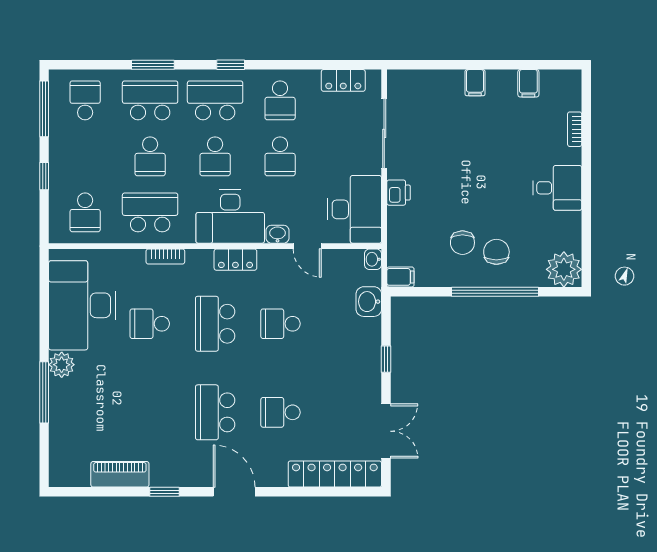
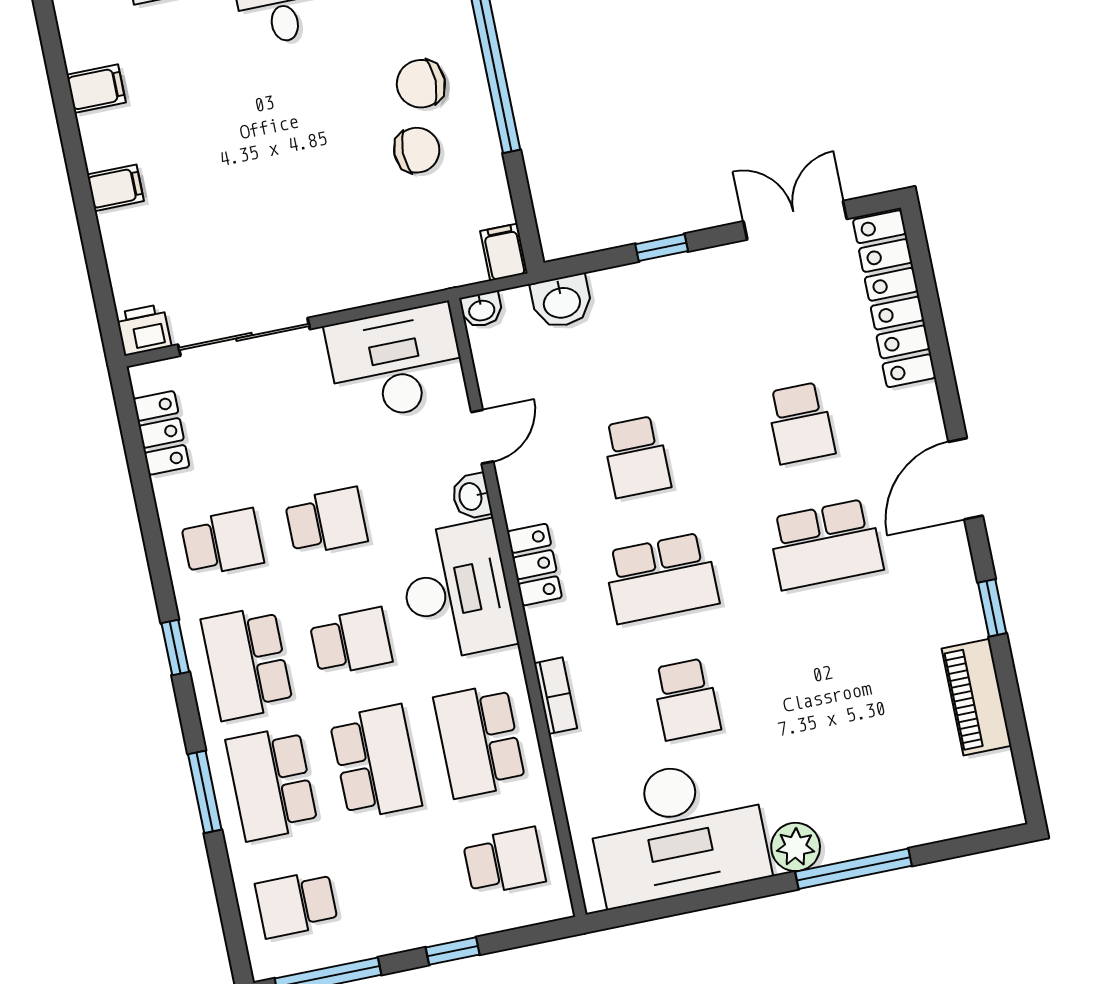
school desk: (150, 156) -> (376, 762), width x1.85
printer: (399, 193) -> (143, 330), moved

